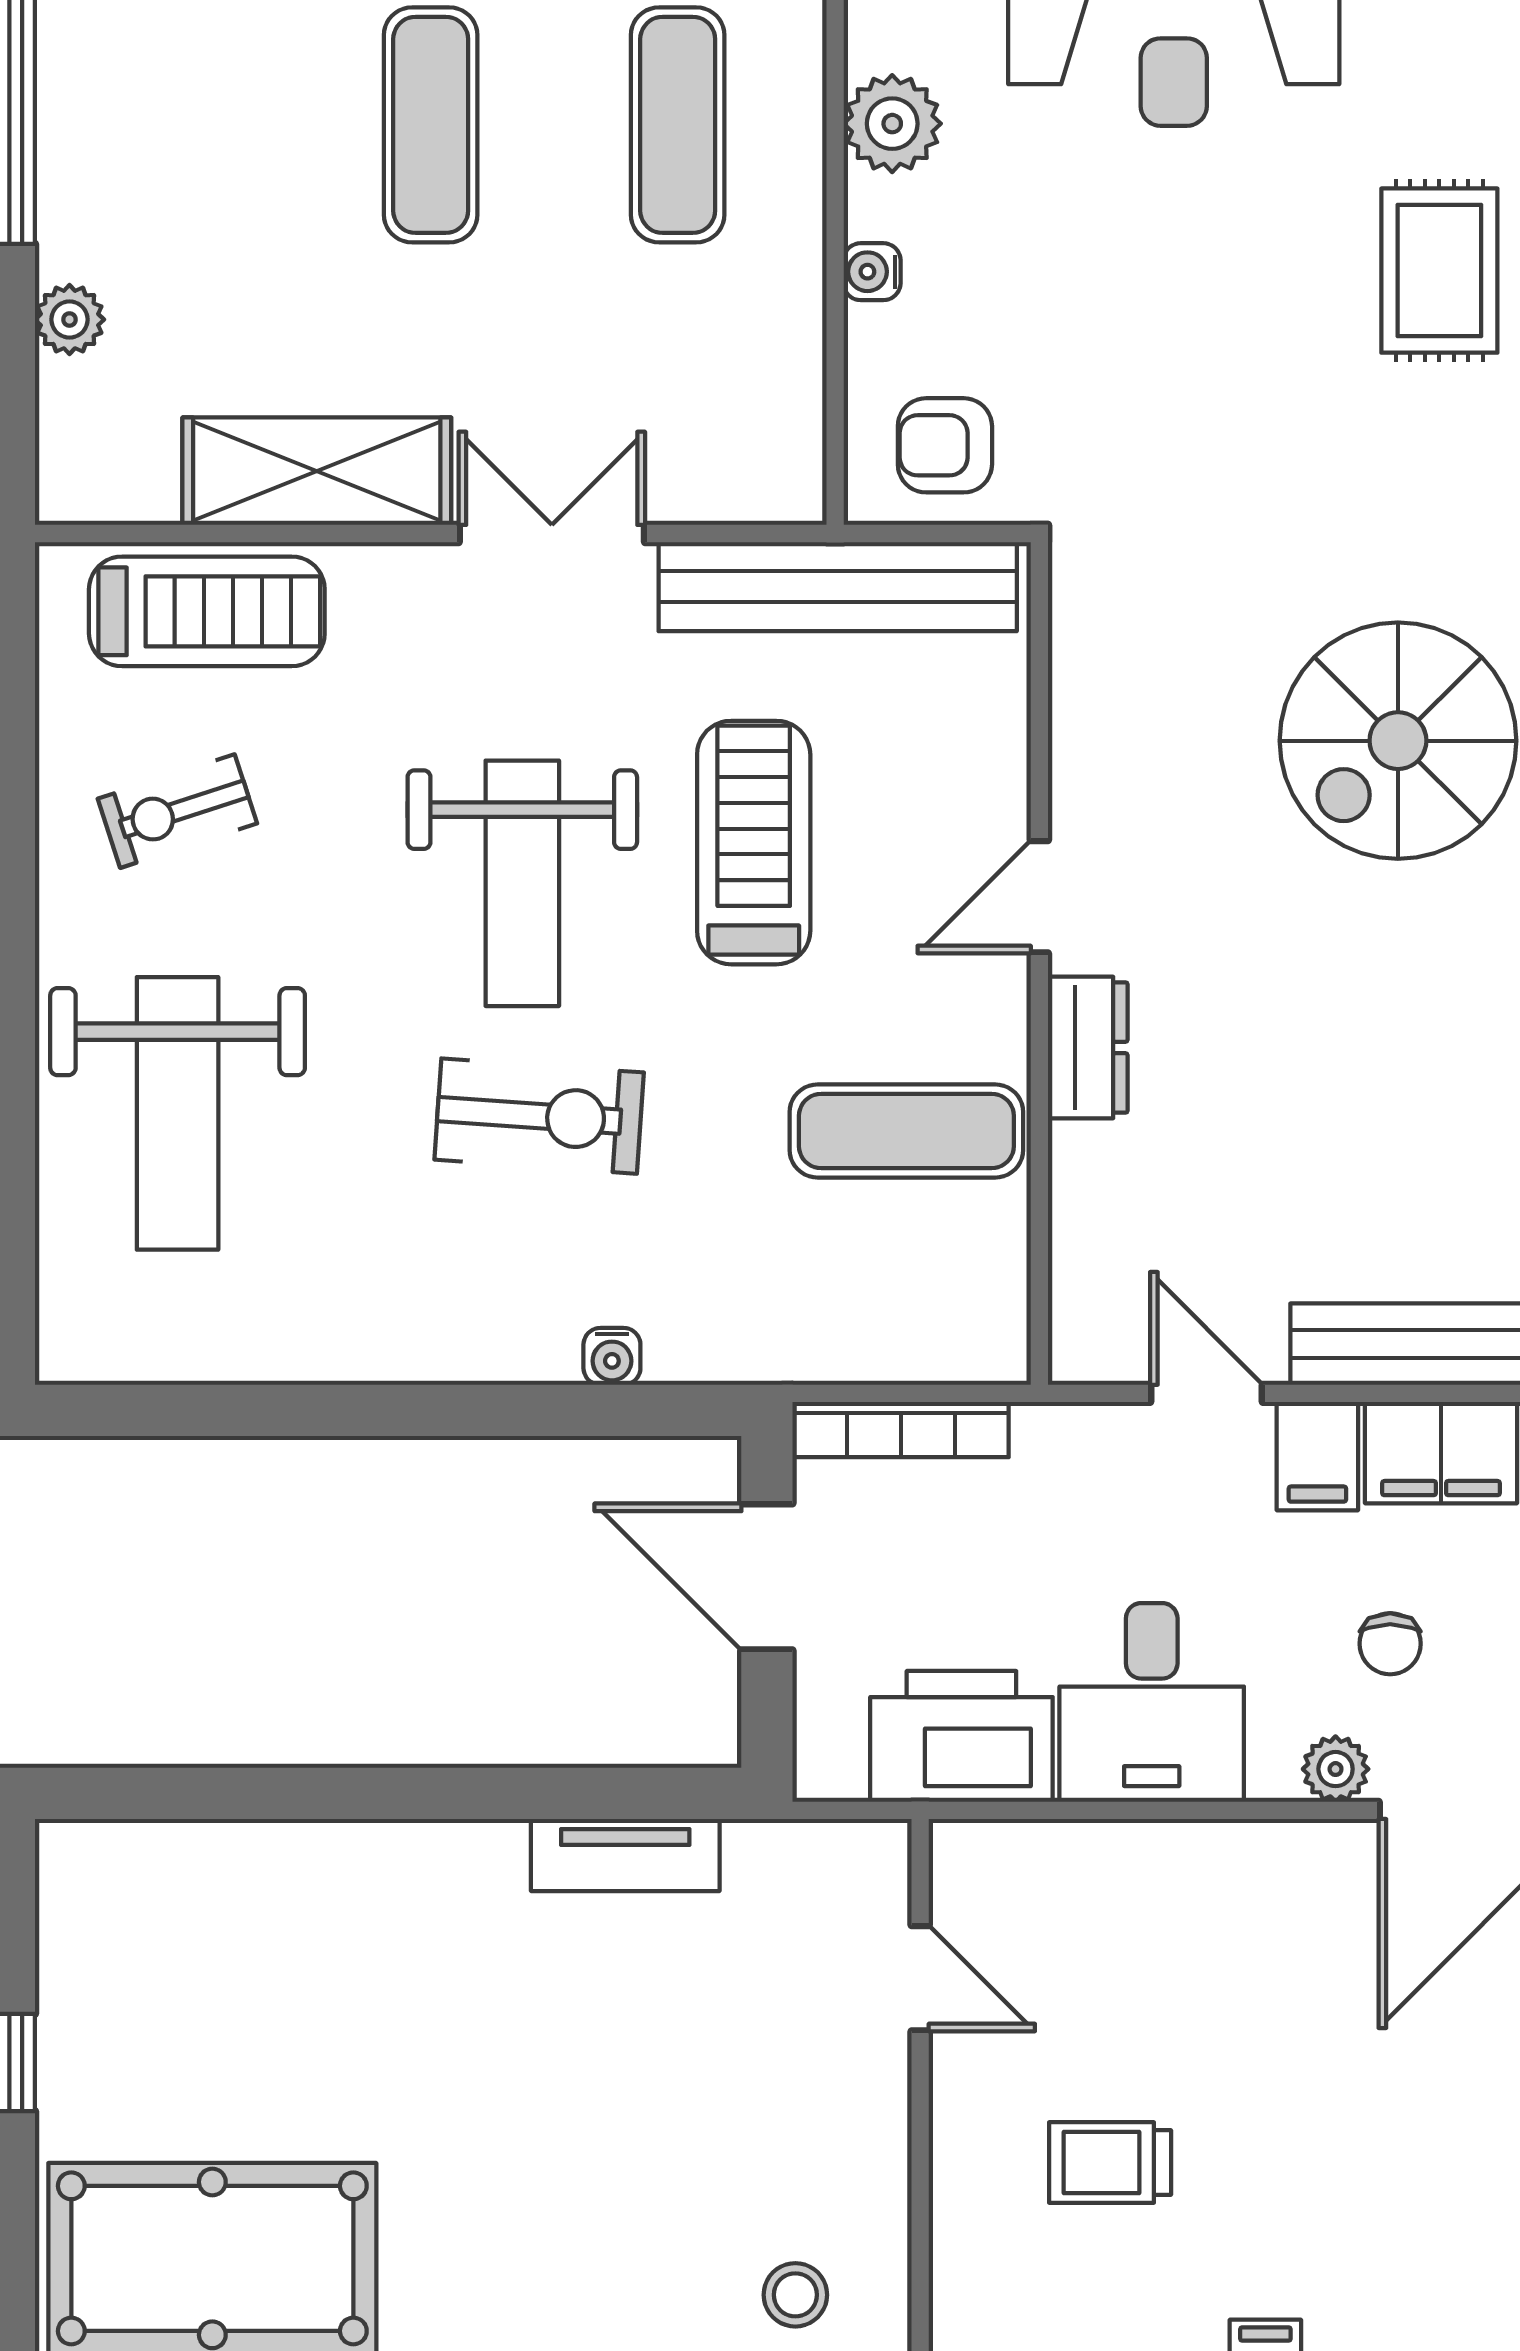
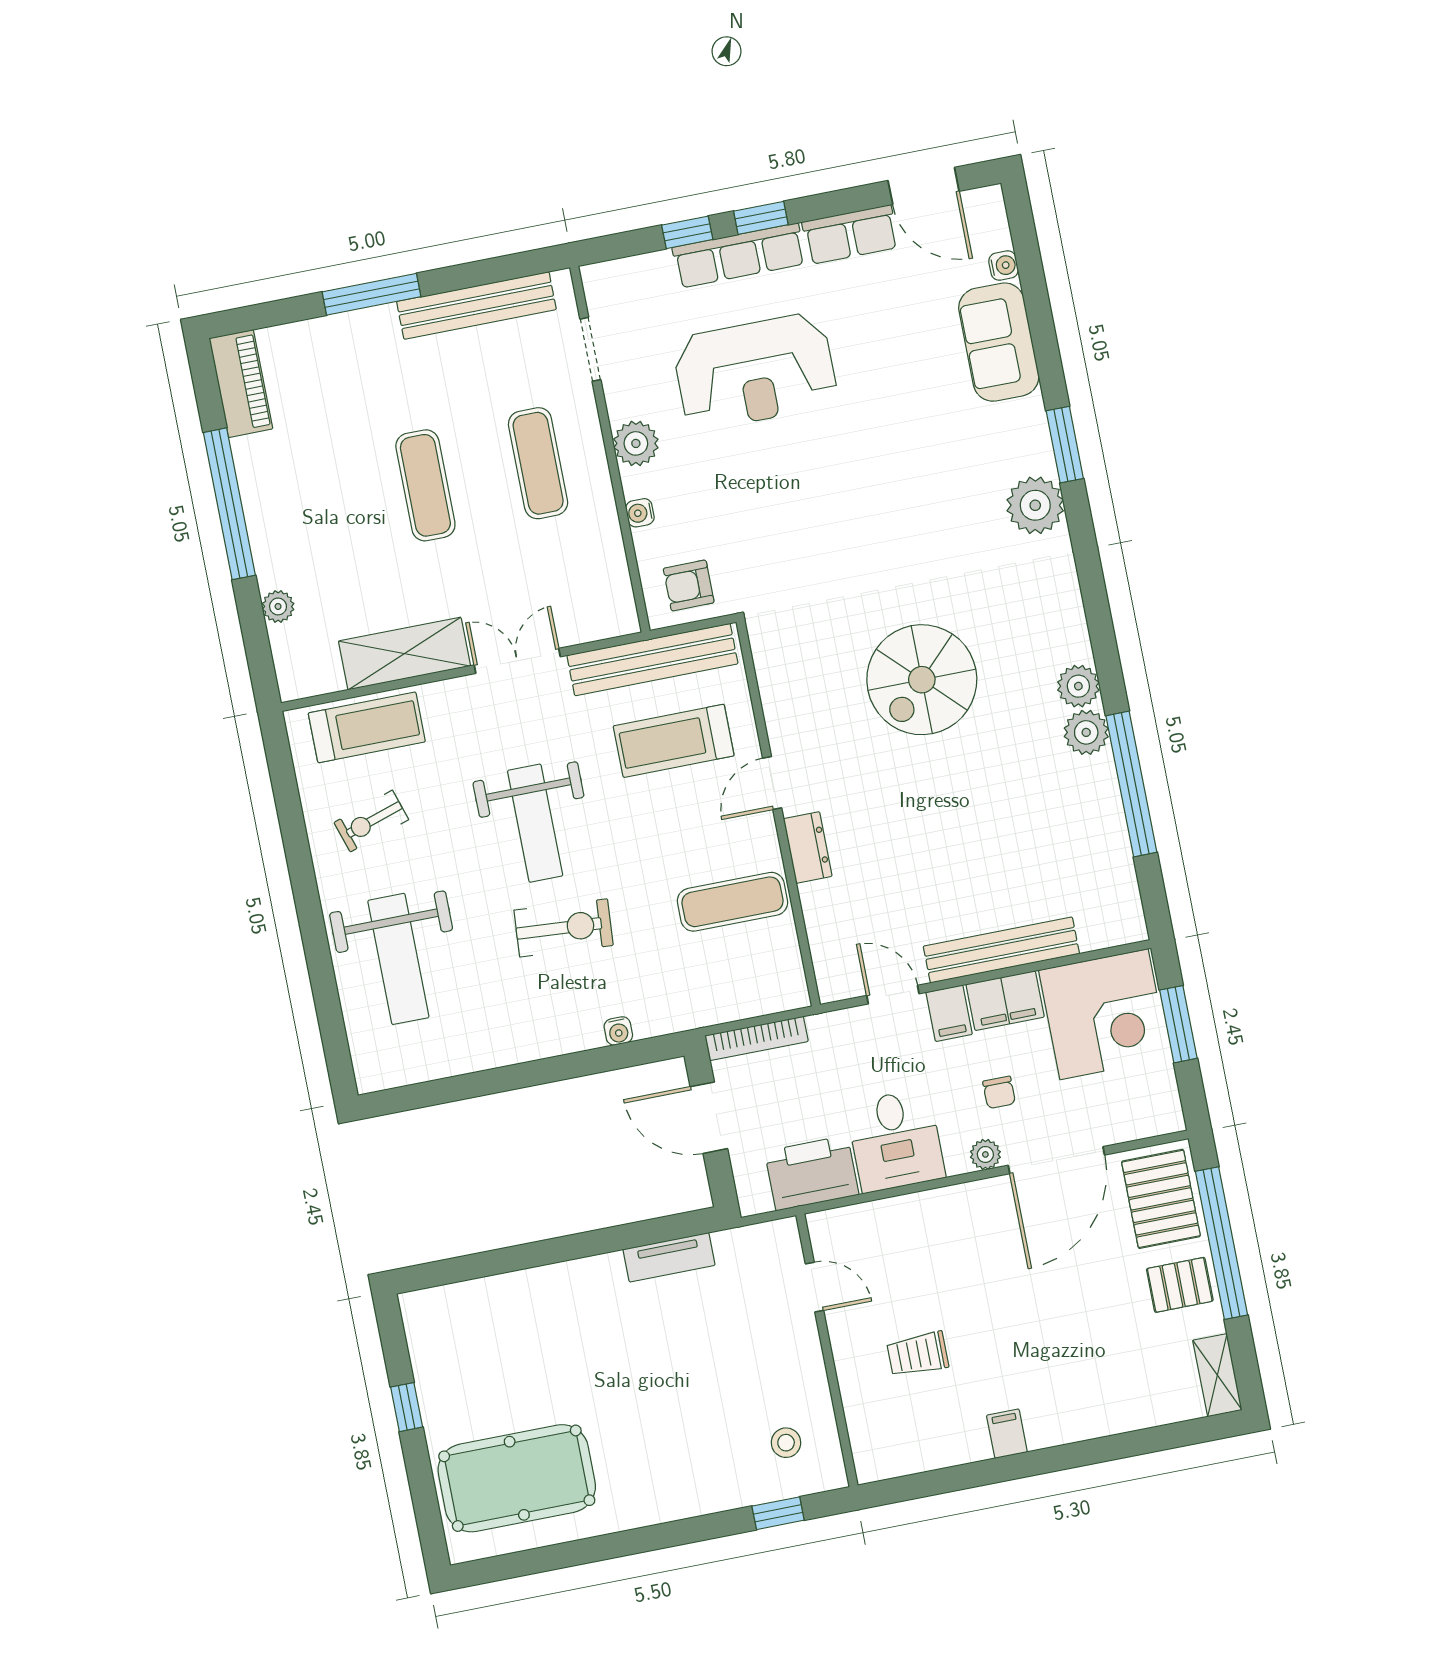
rug: (1439, 271) -> (899, 462), removed
treadmill: (754, 843) -> (674, 741), moved, turned -90

